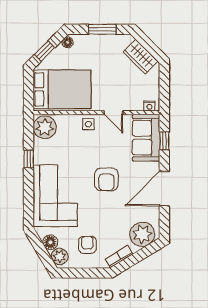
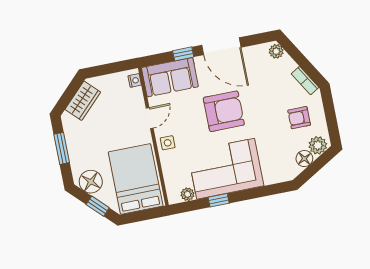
floor lamp: (68, 42) -> (91, 182), width x1.89, depth x1.89
plant: (45, 127) -> (188, 194), width x0.53, depth x0.53
window: (164, 141) -> (183, 54), moved
armchair: (106, 179) -> (224, 111), width x1.36, depth x1.36
corner sofa: (55, 196) -> (226, 169), moved
plant: (142, 234) -> (276, 51), width x0.53, depth x0.53

